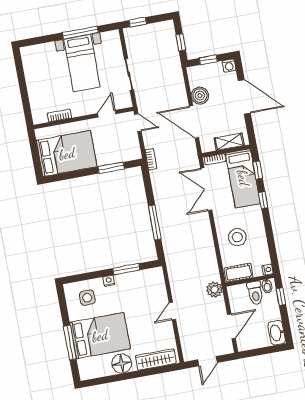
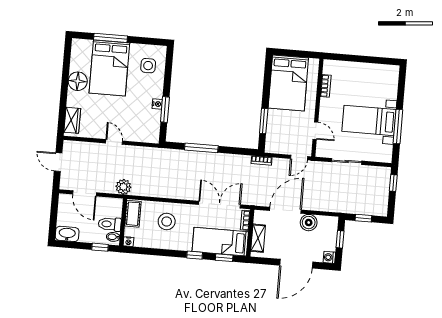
nightstand: (109, 281) -> (157, 104), moved
wardrobe: (156, 359) -> (72, 120), width x0.67

